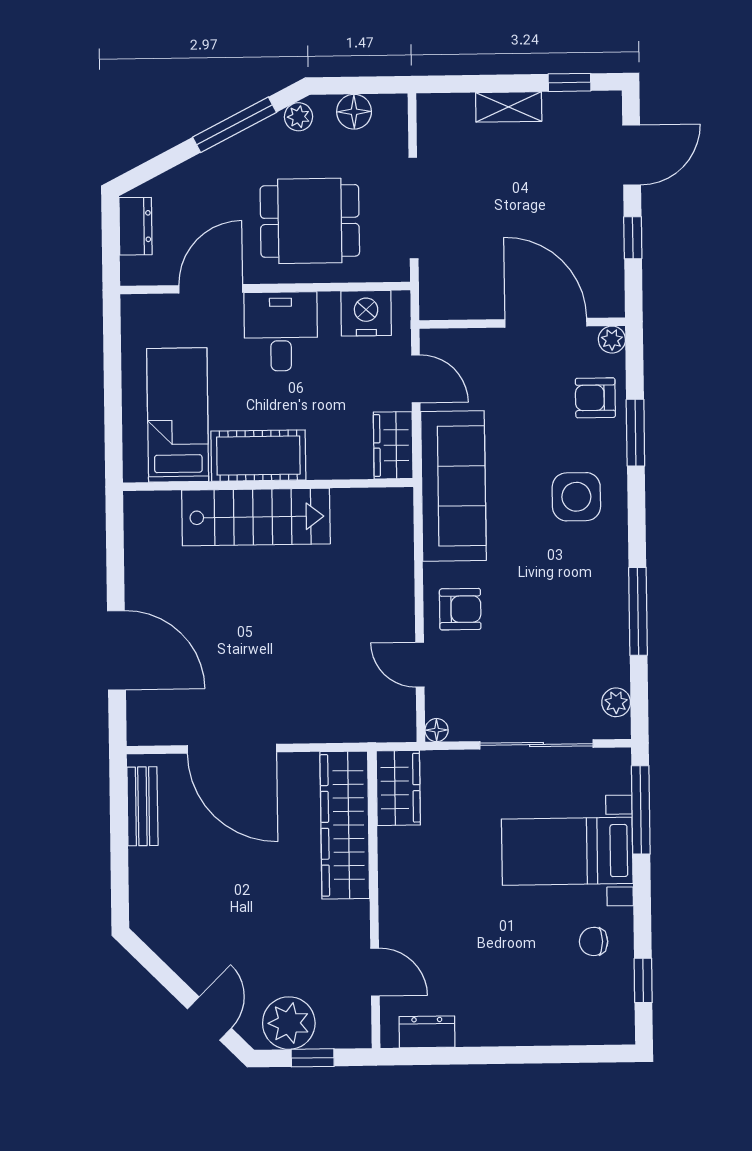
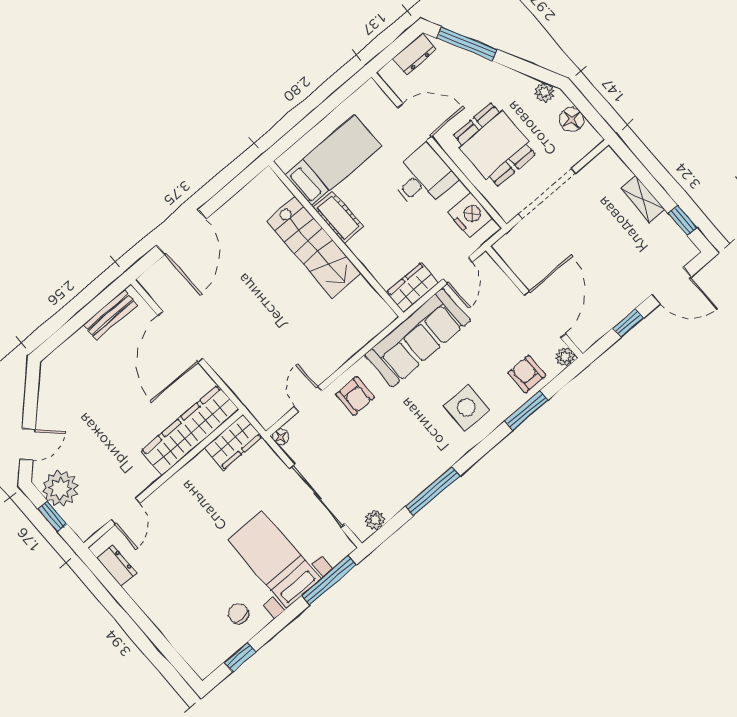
window: (235, 125) -> (467, 44), moved
cot: (258, 456) -> (338, 217), width x0.73, depth x0.75

